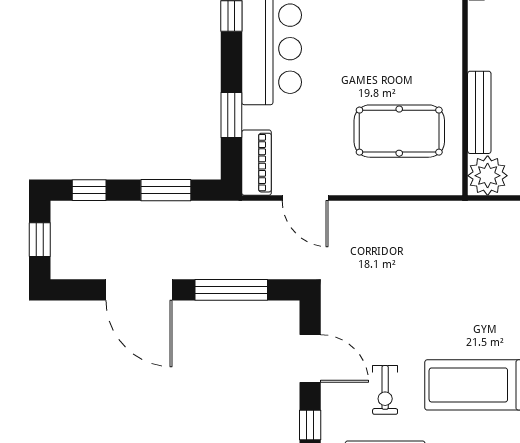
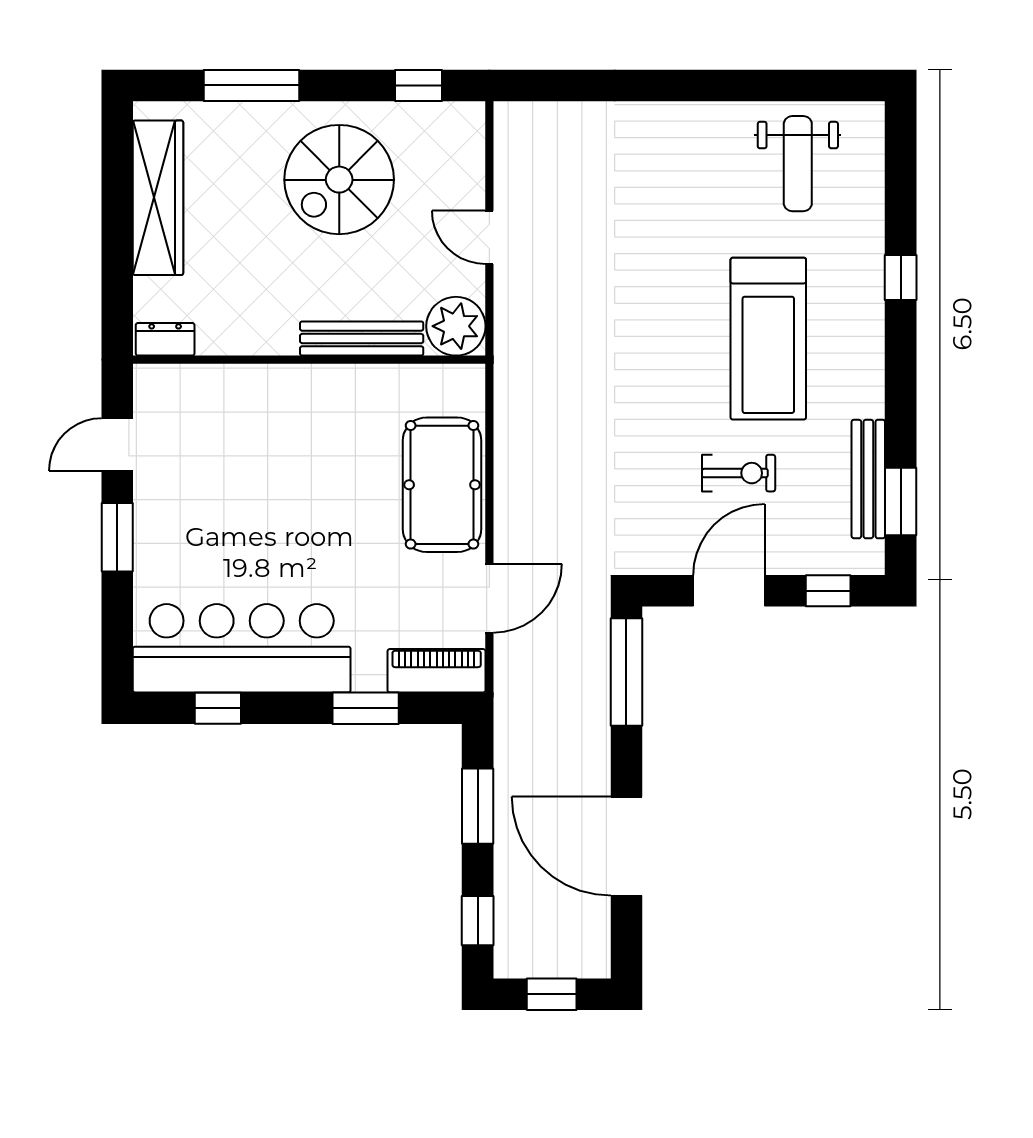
pool table: (399, 131) -> (442, 485), moved
door: (139, 290) -> (626, 846), swing flipped
window: (231, 290) -> (626, 672), moved
exercise bike: (385, 390) -> (739, 473), moved

